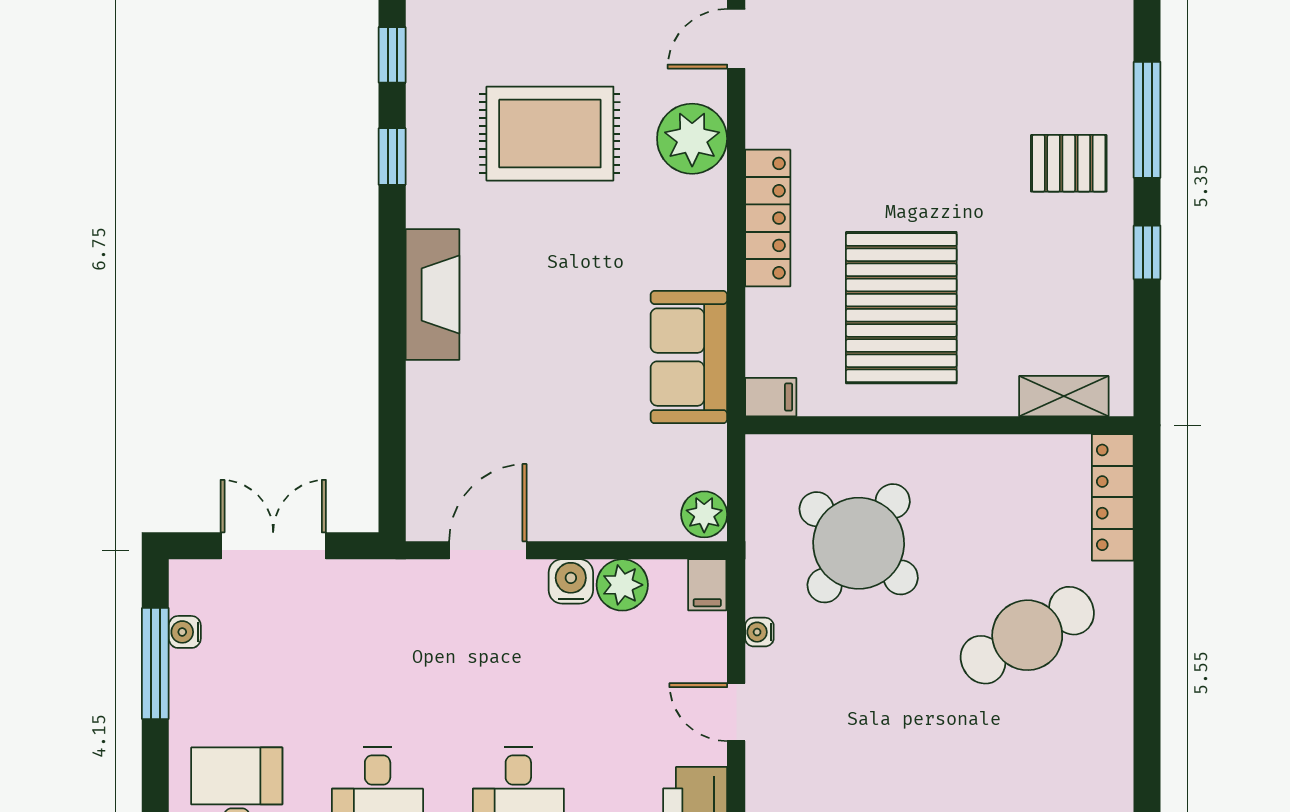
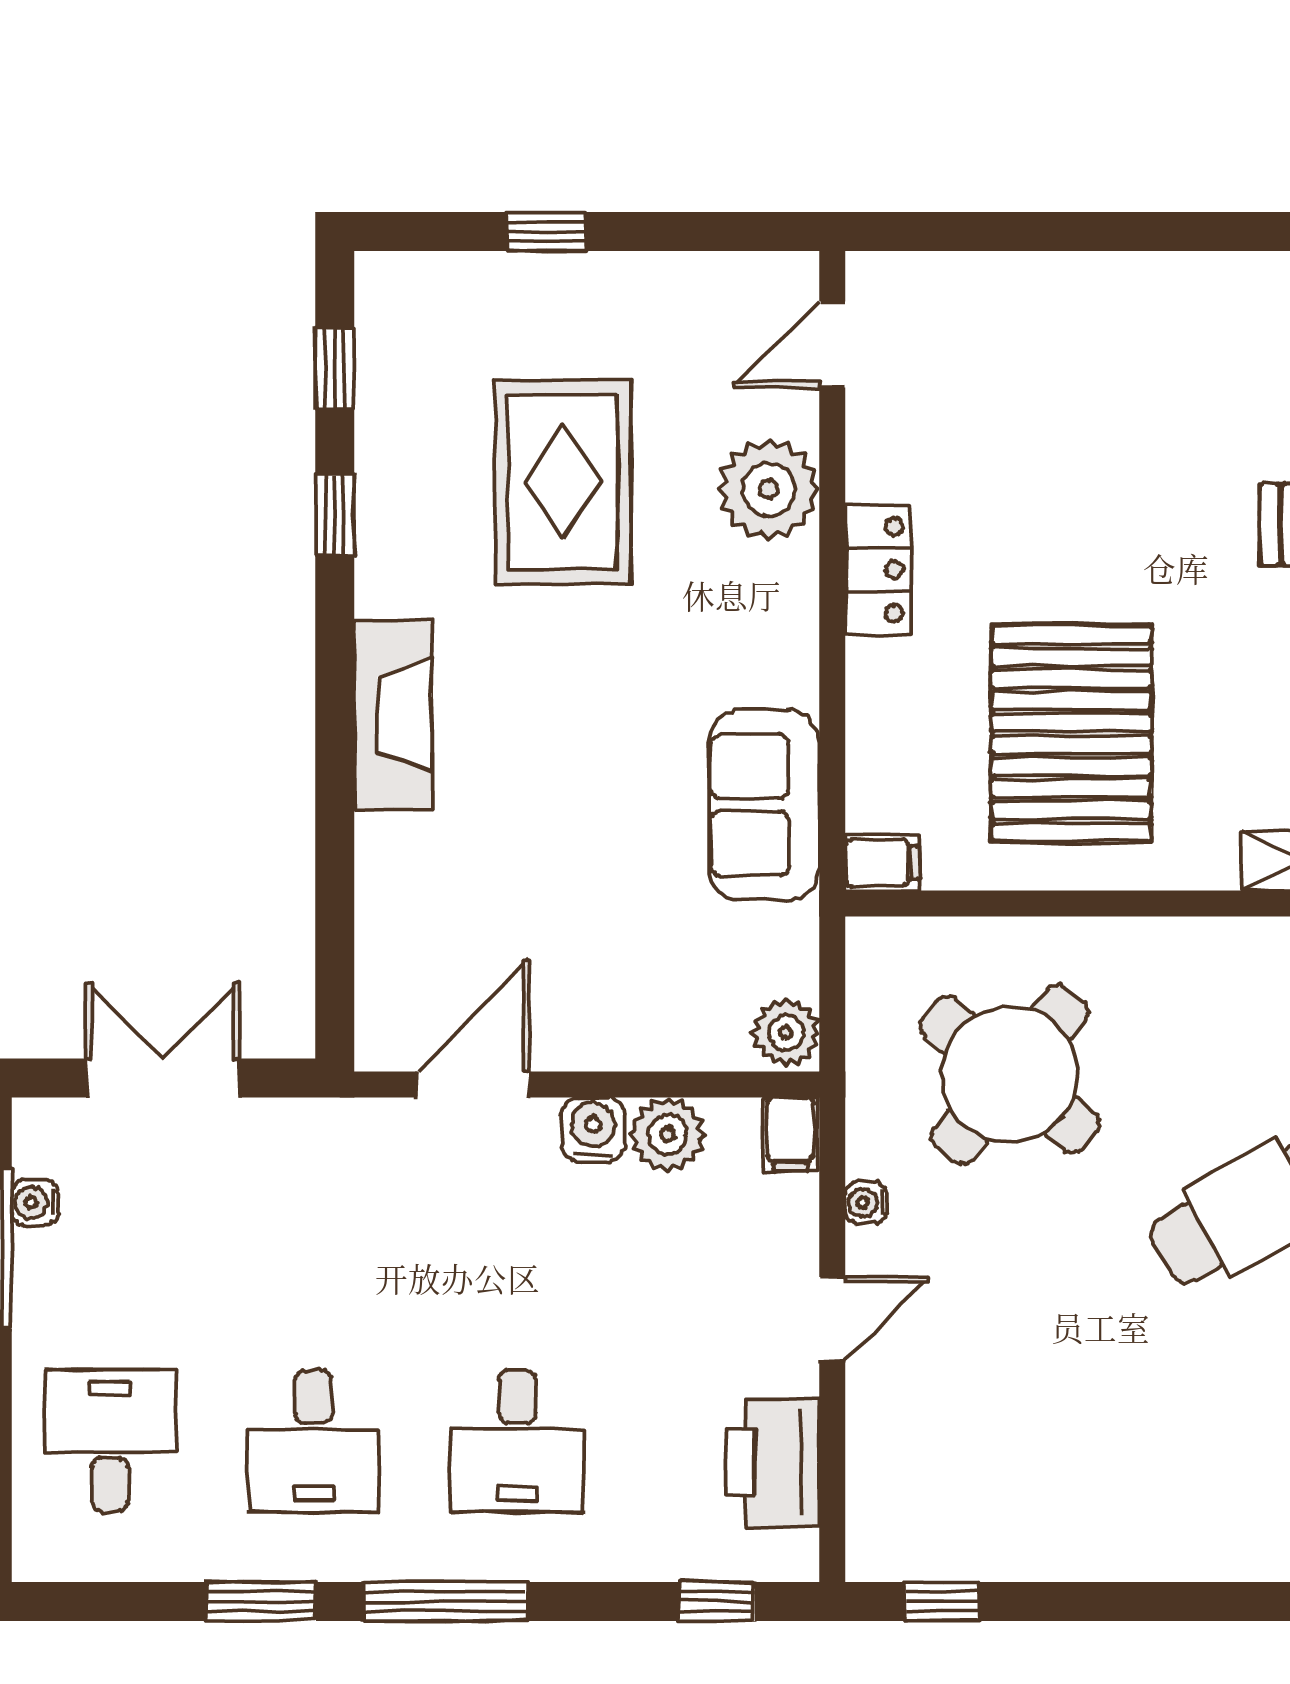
rug: (550, 134) -> (563, 482), turned 90
locker: (768, 218) -> (878, 570), width x0.66
door: (736, 712) -> (832, 1319), swing flipped

